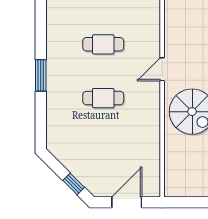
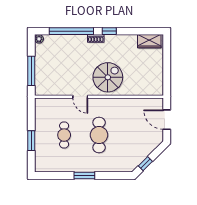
cafe table: (103, 98) -> (99, 135), width x1.37, depth x1.35
window: (74, 184) -> (145, 164), moved

